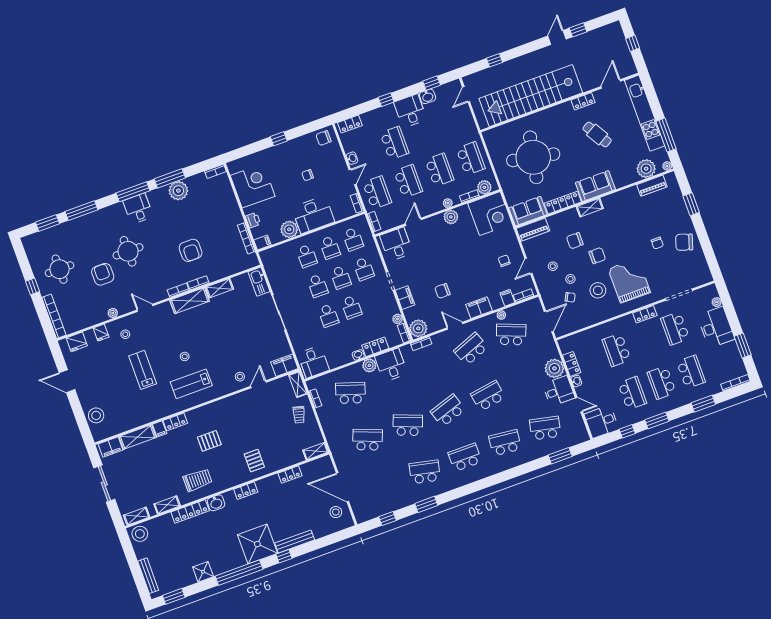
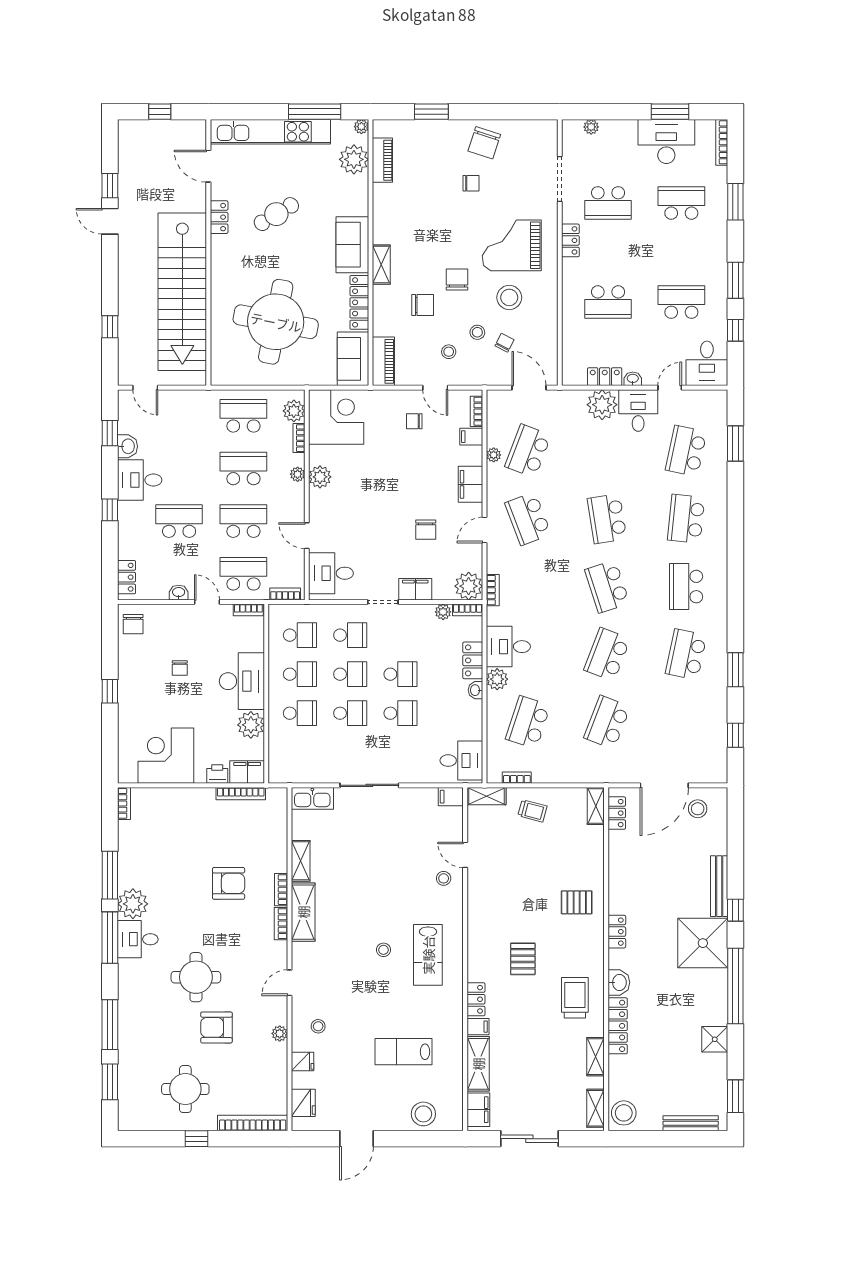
plant: (178, 191) -> (133, 904), moved
chair: (575, 241) -> (423, 305), turned -90
filing cabinet: (262, 242) -> (247, 772), width x2.00
desk: (716, 327) -> (666, 141), moved
filing cabinet: (284, 365) -> (451, 797), width x0.50
lab bench: (143, 370) -> (403, 1052), moved
school desk: (662, 383) -> (681, 253), removed
locker: (290, 474) -> (617, 813), moved

